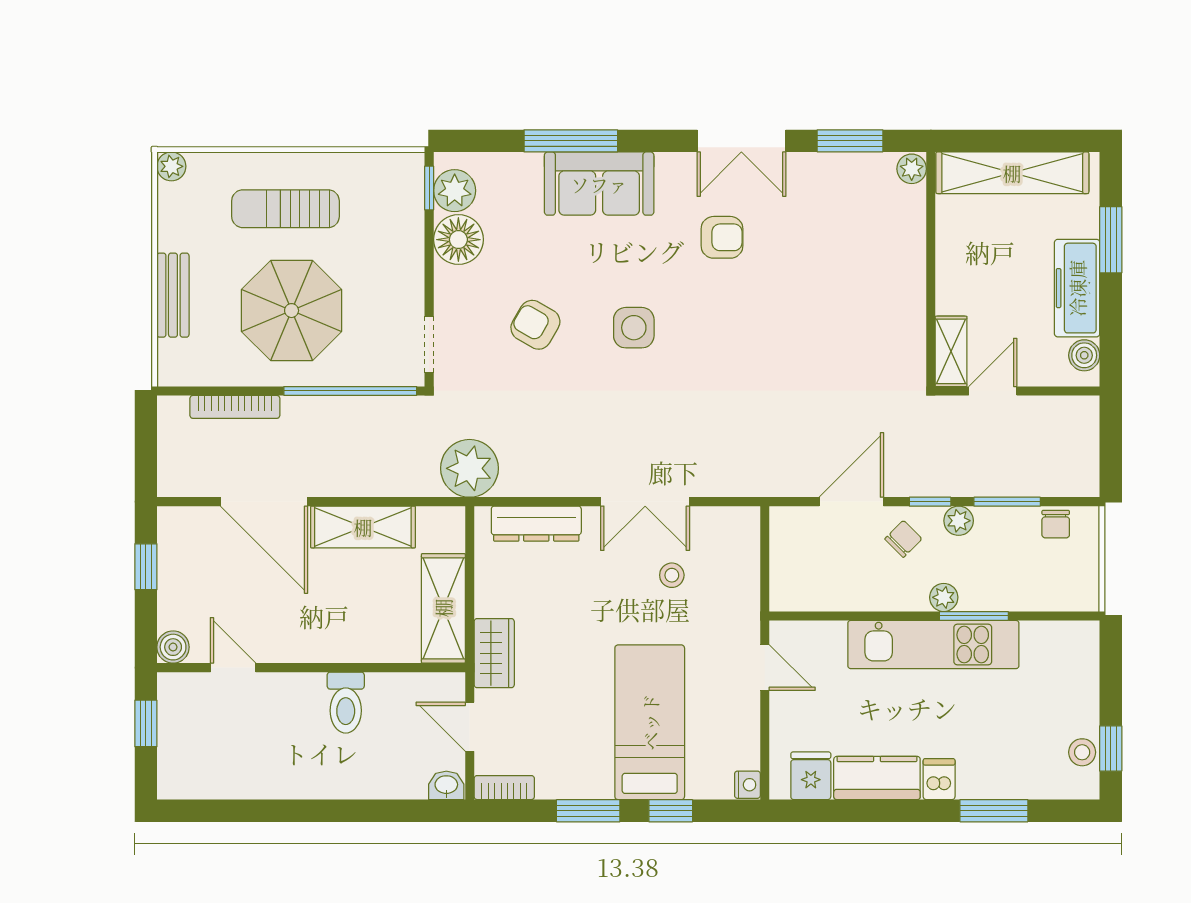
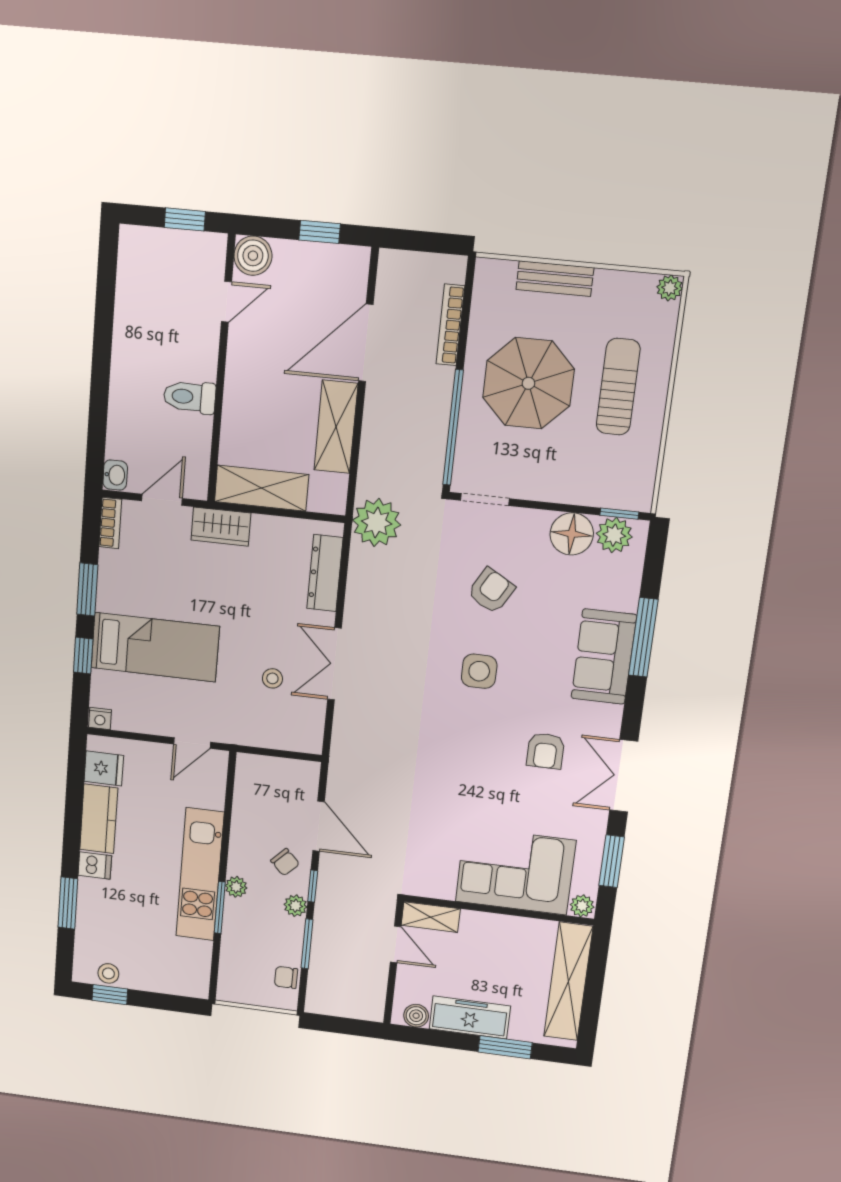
corner sofa: (878, 255) -> (515, 871), added
boiler: (173, 647) -> (253, 256), width x1.36, depth x1.36

